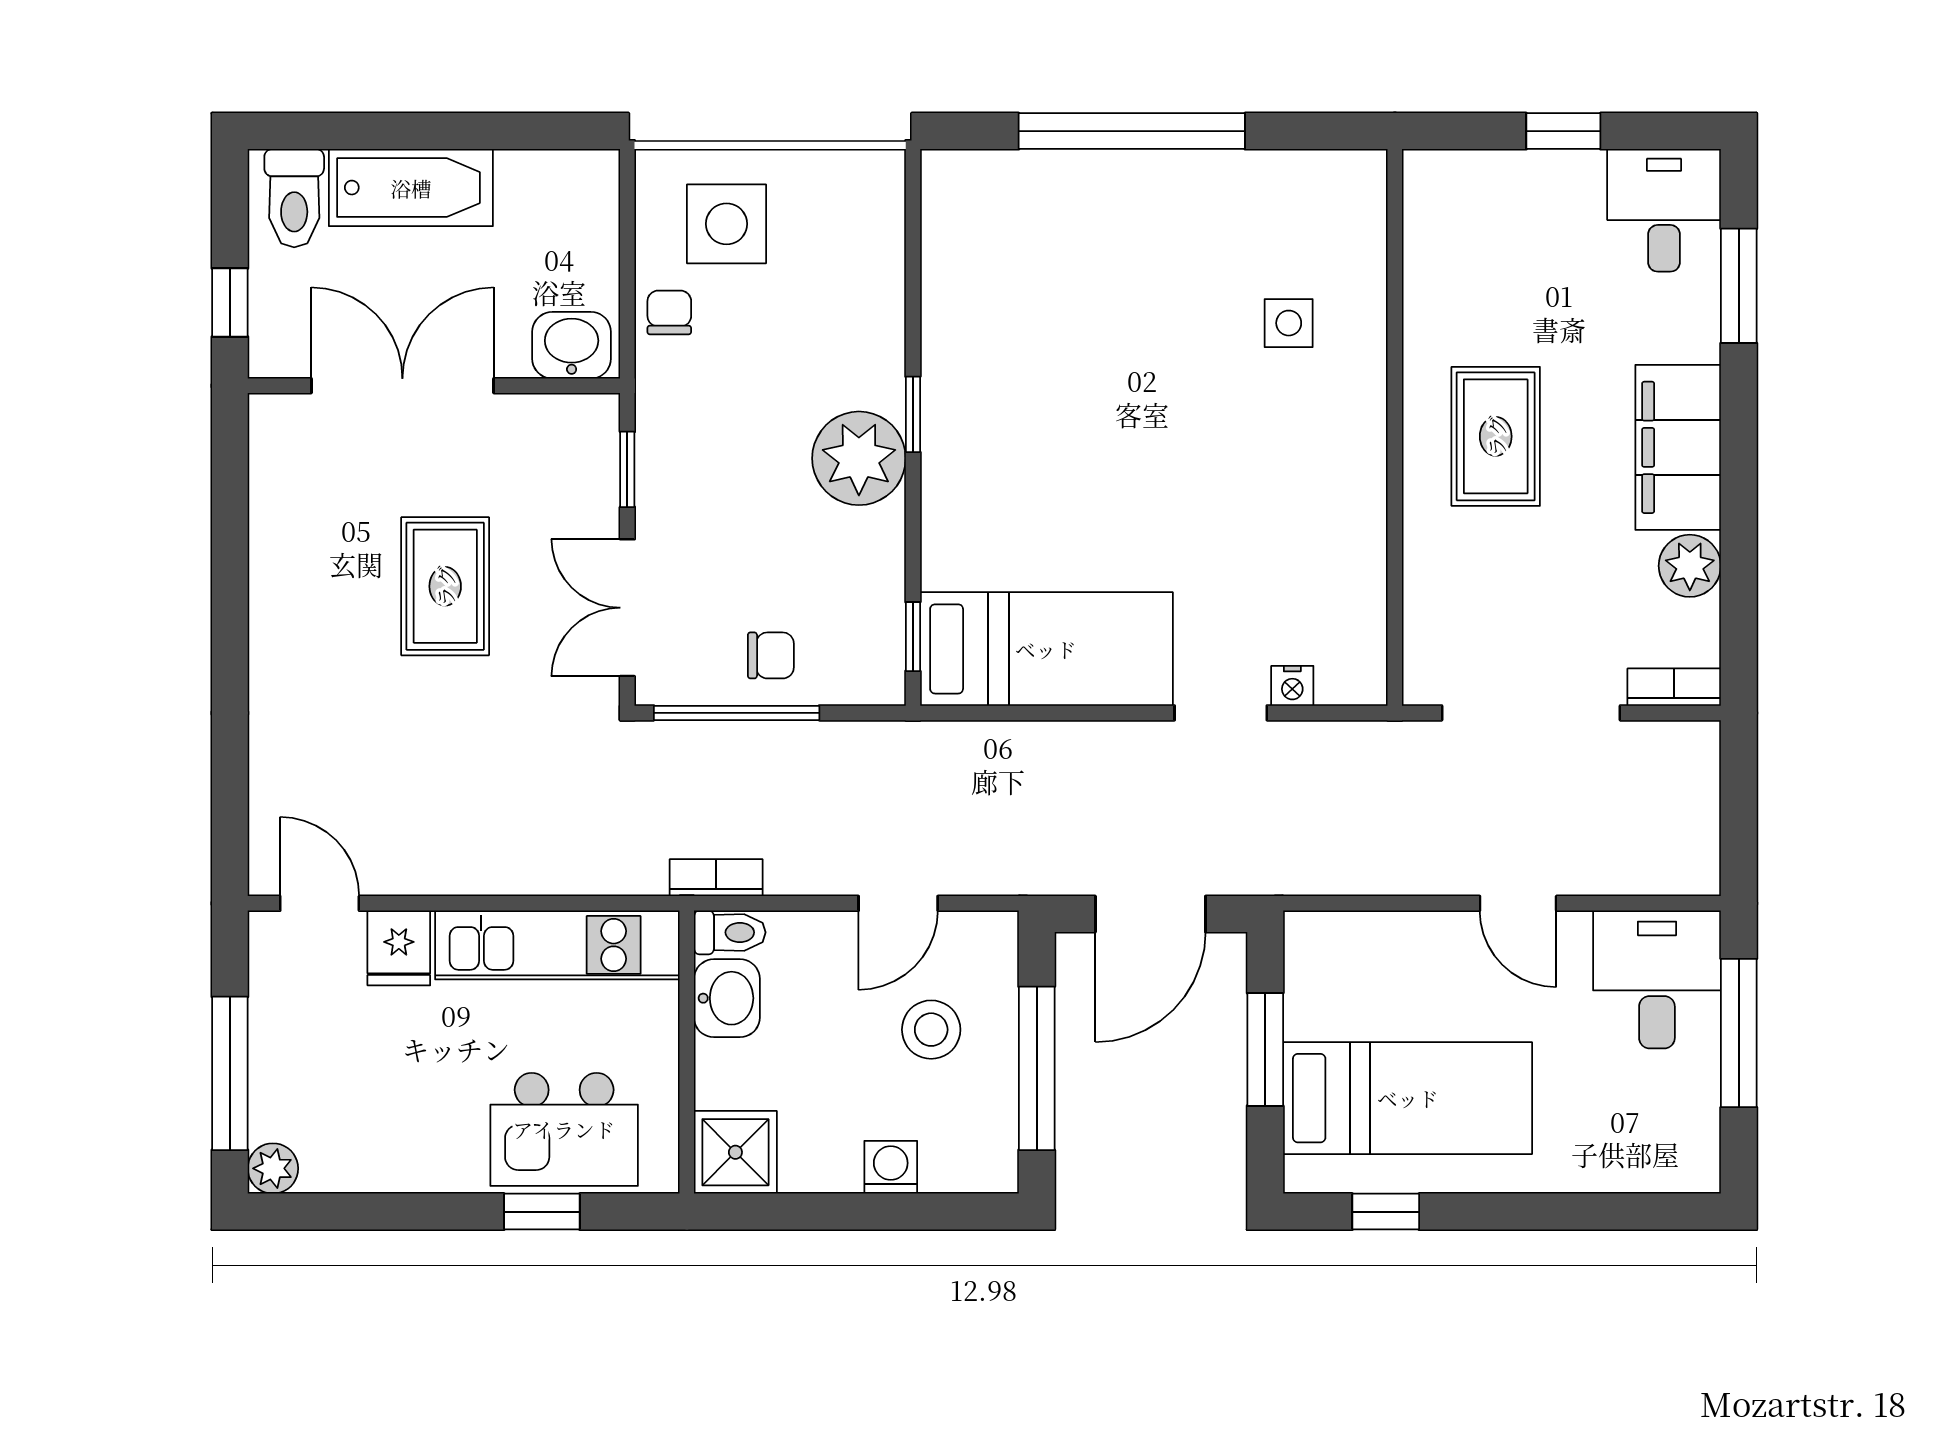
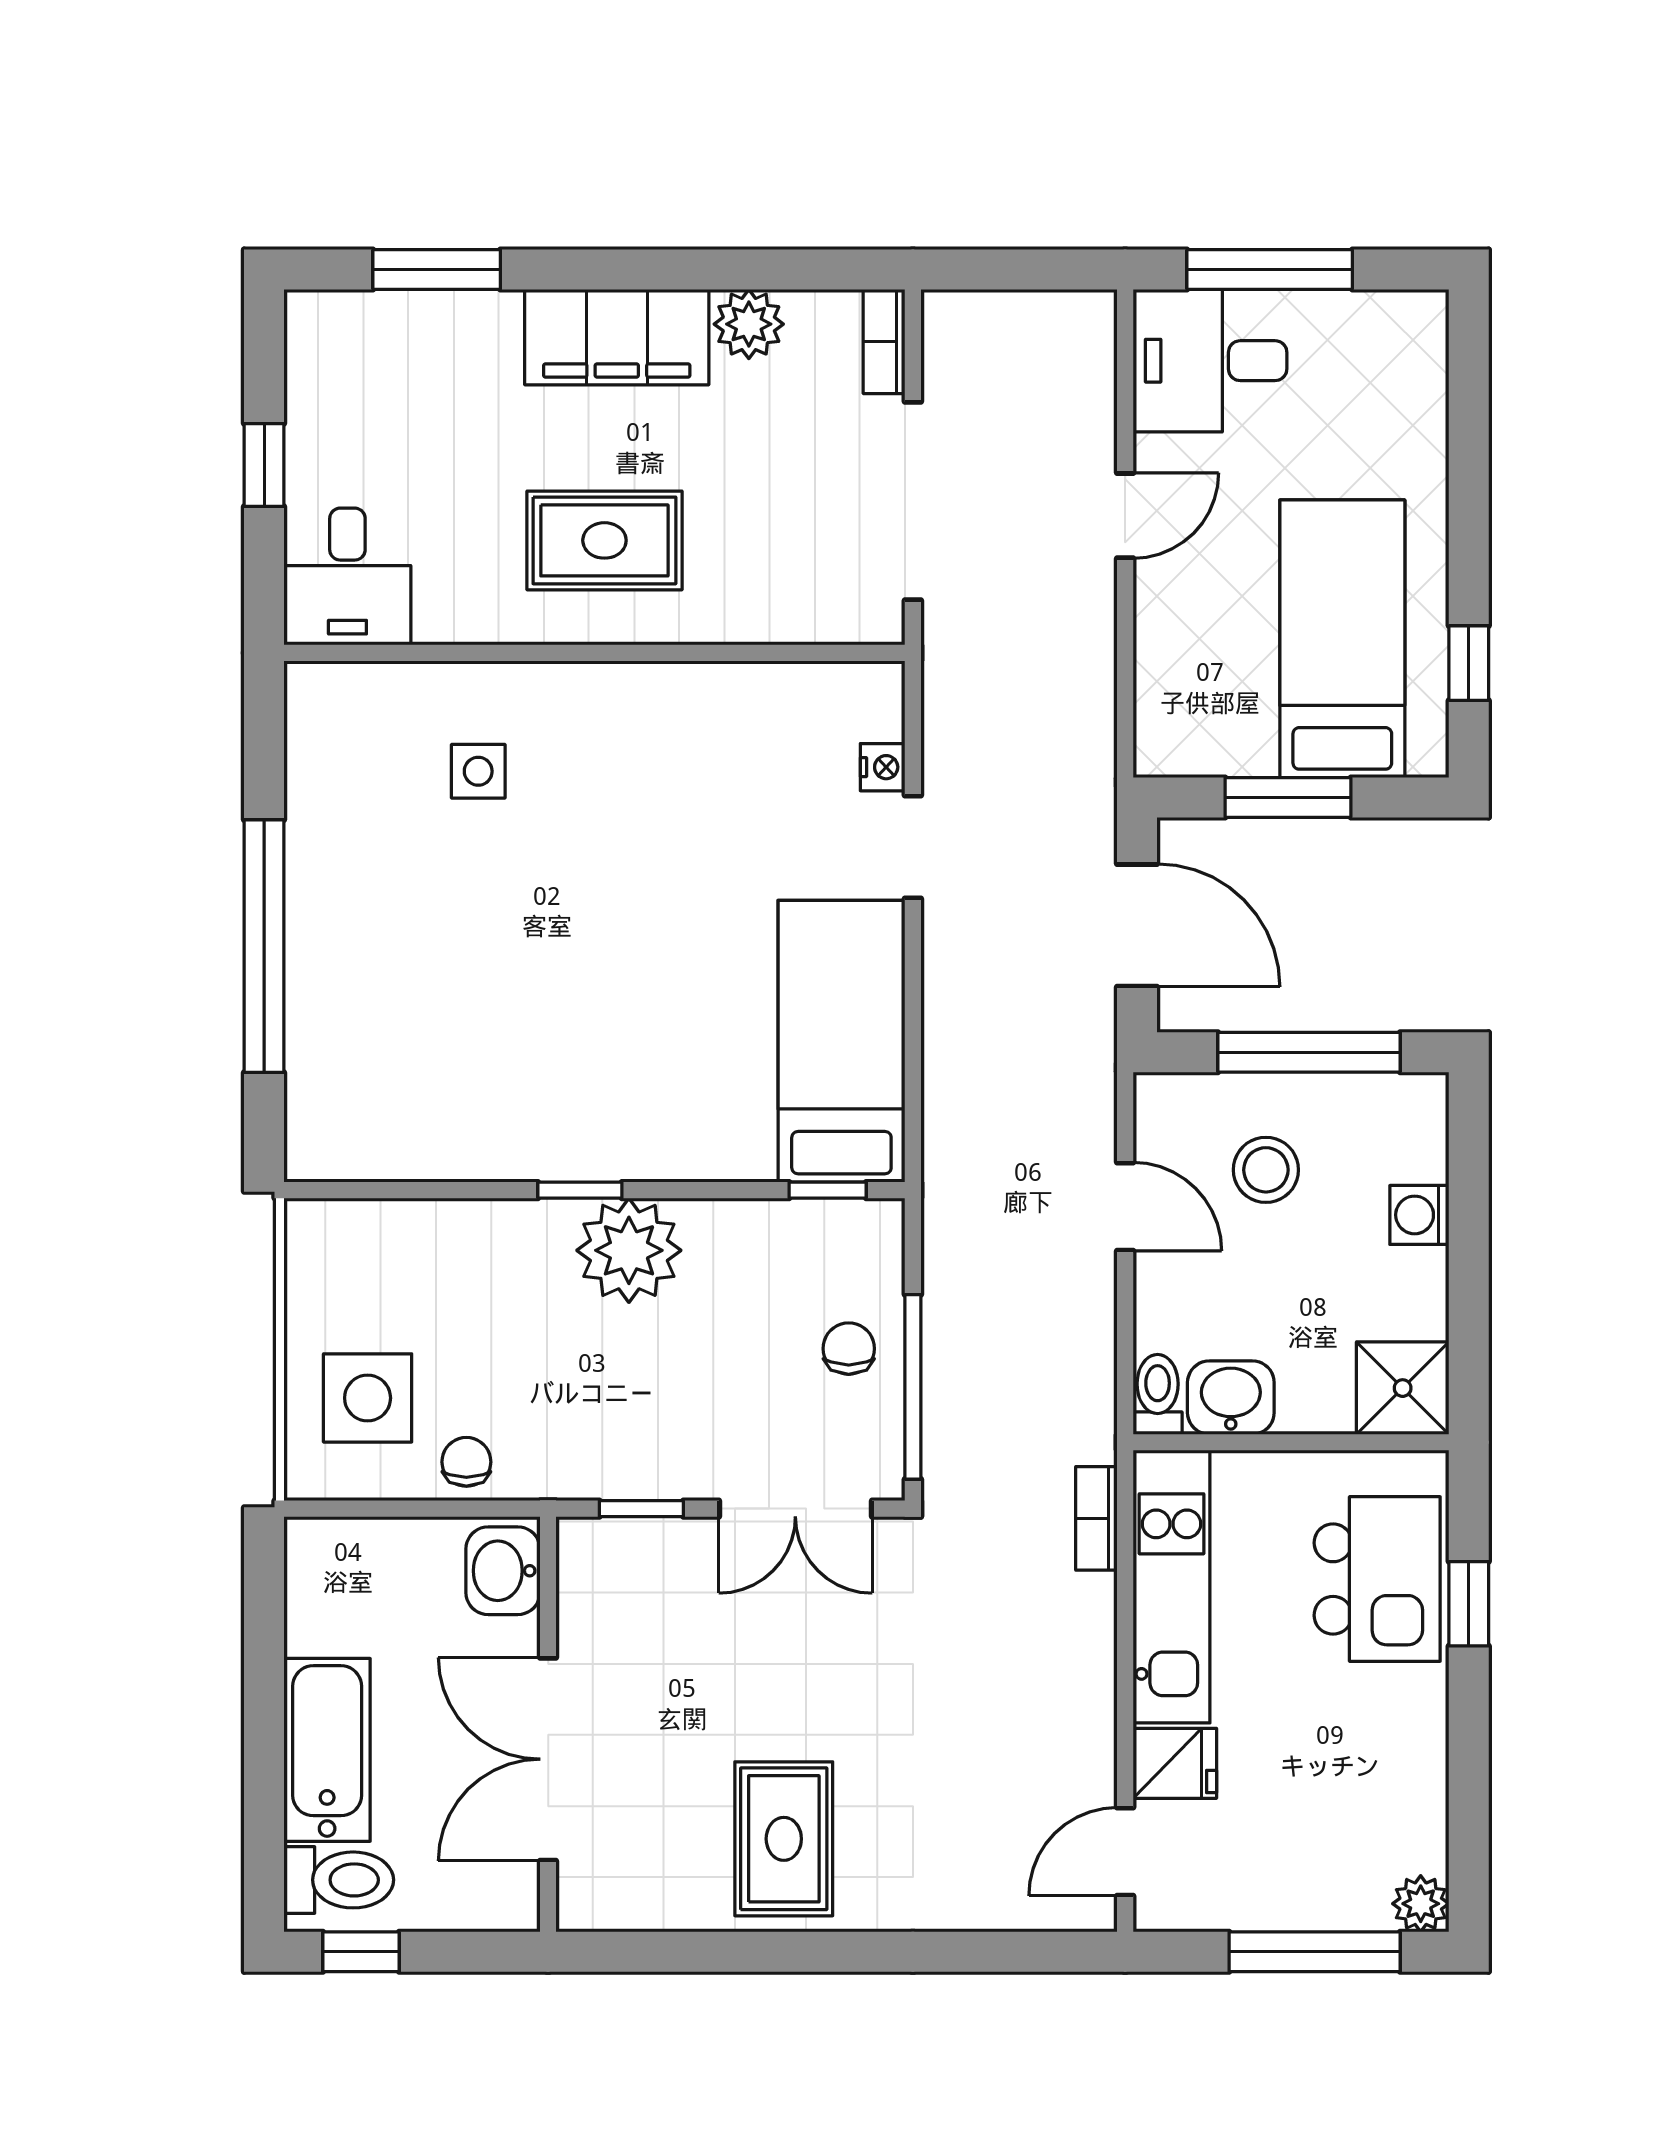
desk: (1664, 210) -> (347, 577), moved, turned -90
window: (230, 302) -> (361, 1952), moved
chair: (669, 312) -> (466, 1462), turned 90
rug: (445, 586) -> (784, 1839), moved, turned 90
bookcase: (716, 878) -> (1096, 1518), moved

